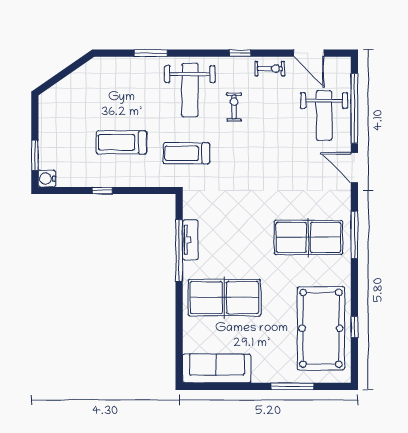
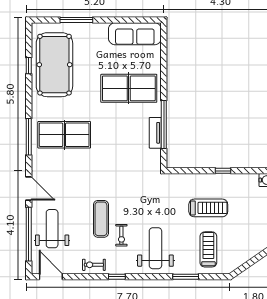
door: (309, 53) -> (51, 277), moved
exercise mat: (261, 128) -> (101, 219), added
treadmill: (186, 153) -> (208, 249), moved, turned -90

